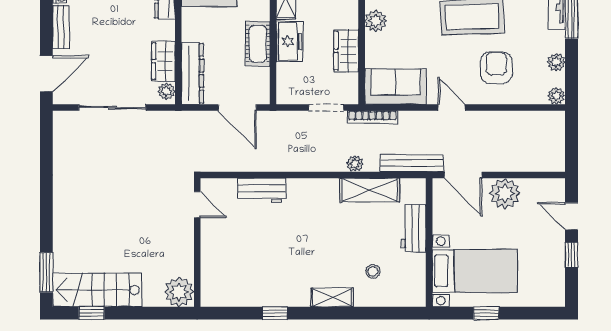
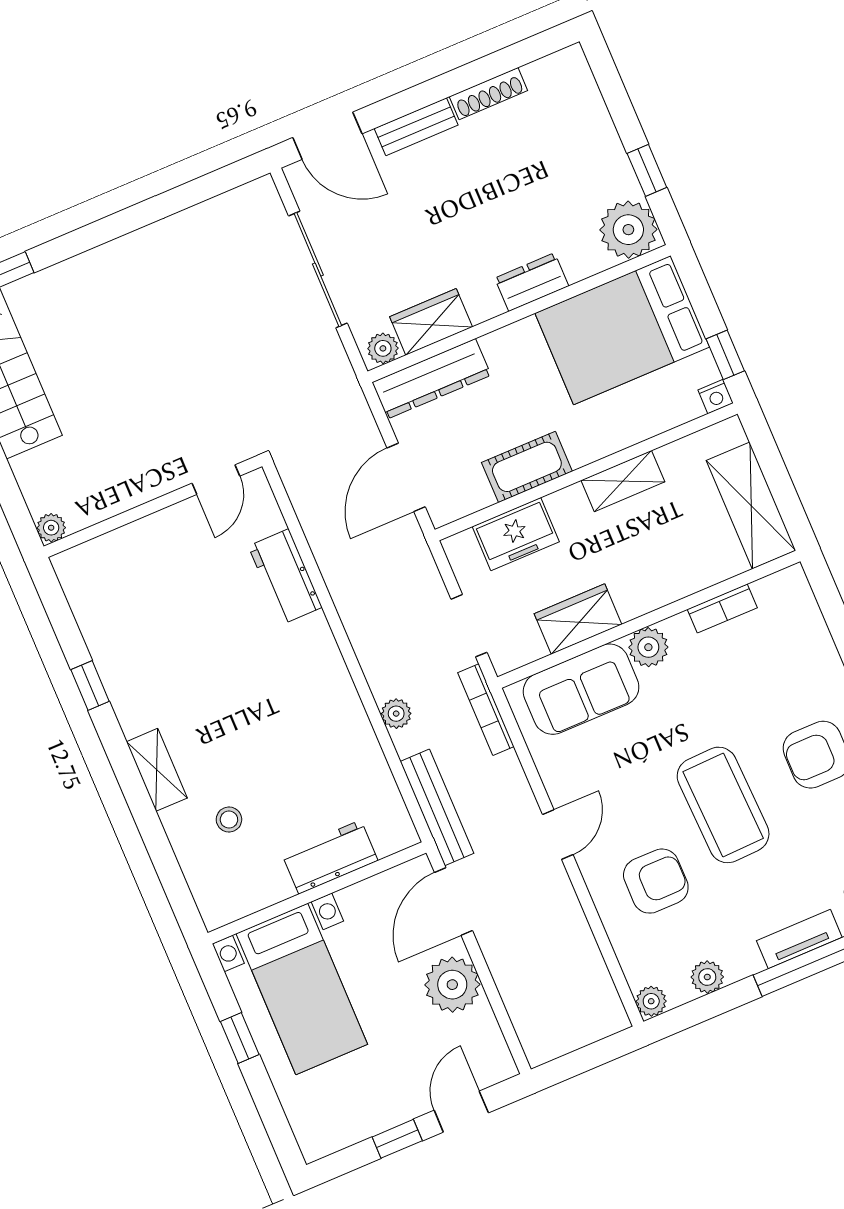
freezer: (290, 41) -> (516, 534), moved
sofa: (395, 87) -> (581, 689), moved, turned 90
shelving: (370, 190) -> (362, 757), removed
plant: (179, 292) -> (51, 528), width x0.53, depth x0.53

